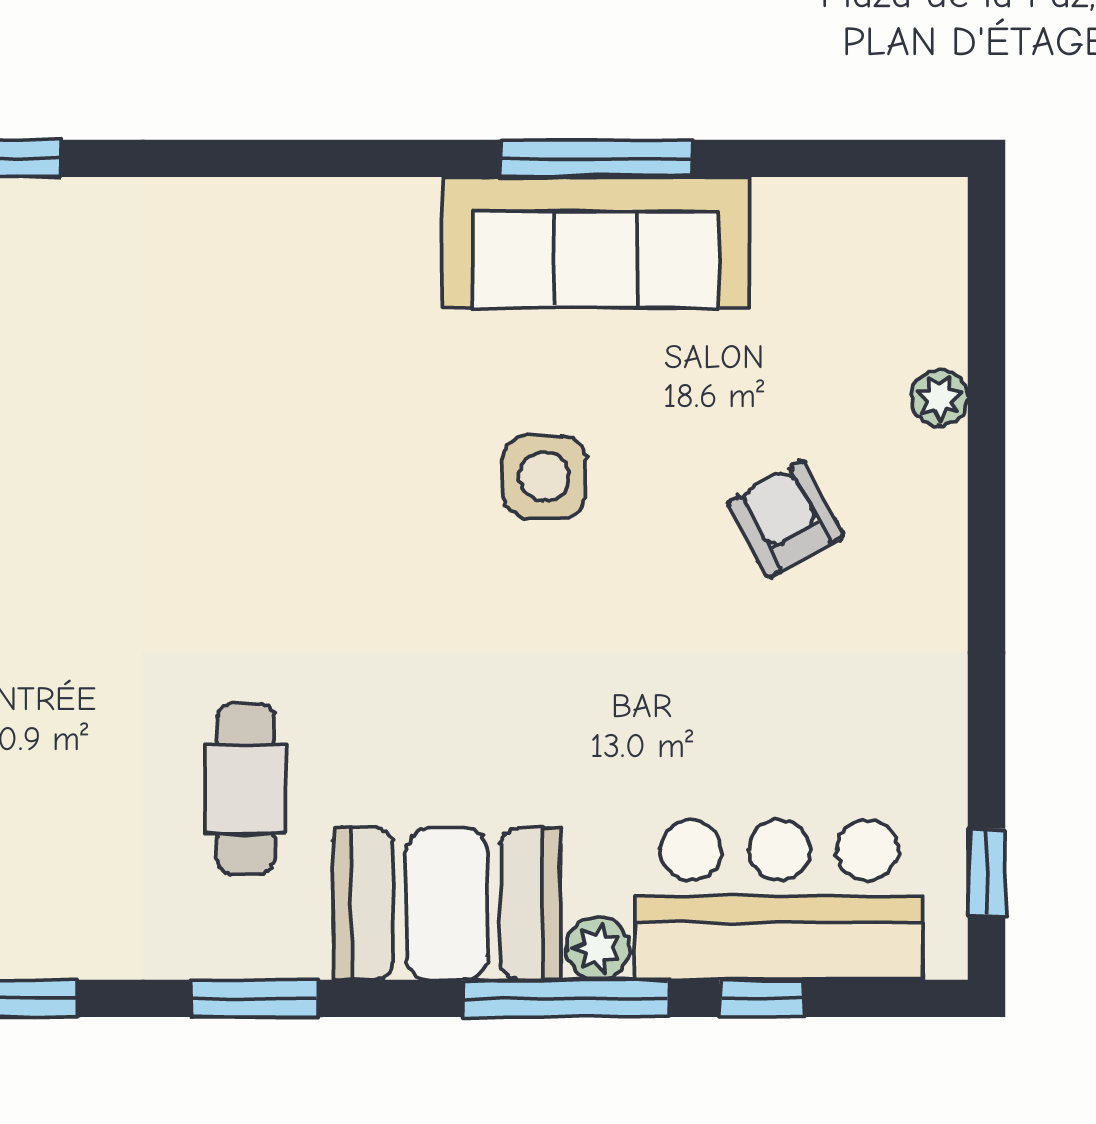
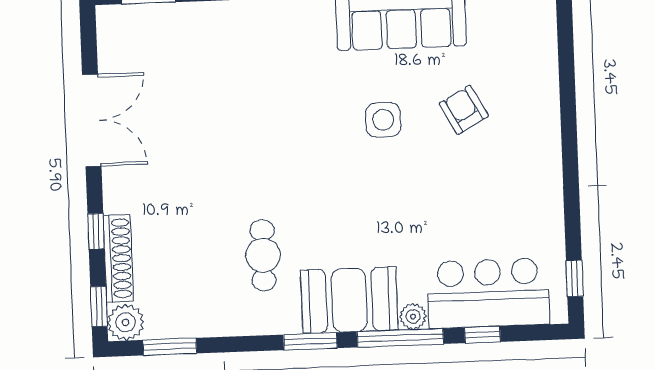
plant: (940, 398) -> (547, 81), removed
armchair: (785, 519) -> (464, 110), moved
window: (255, 998) -> (310, 341), moved

